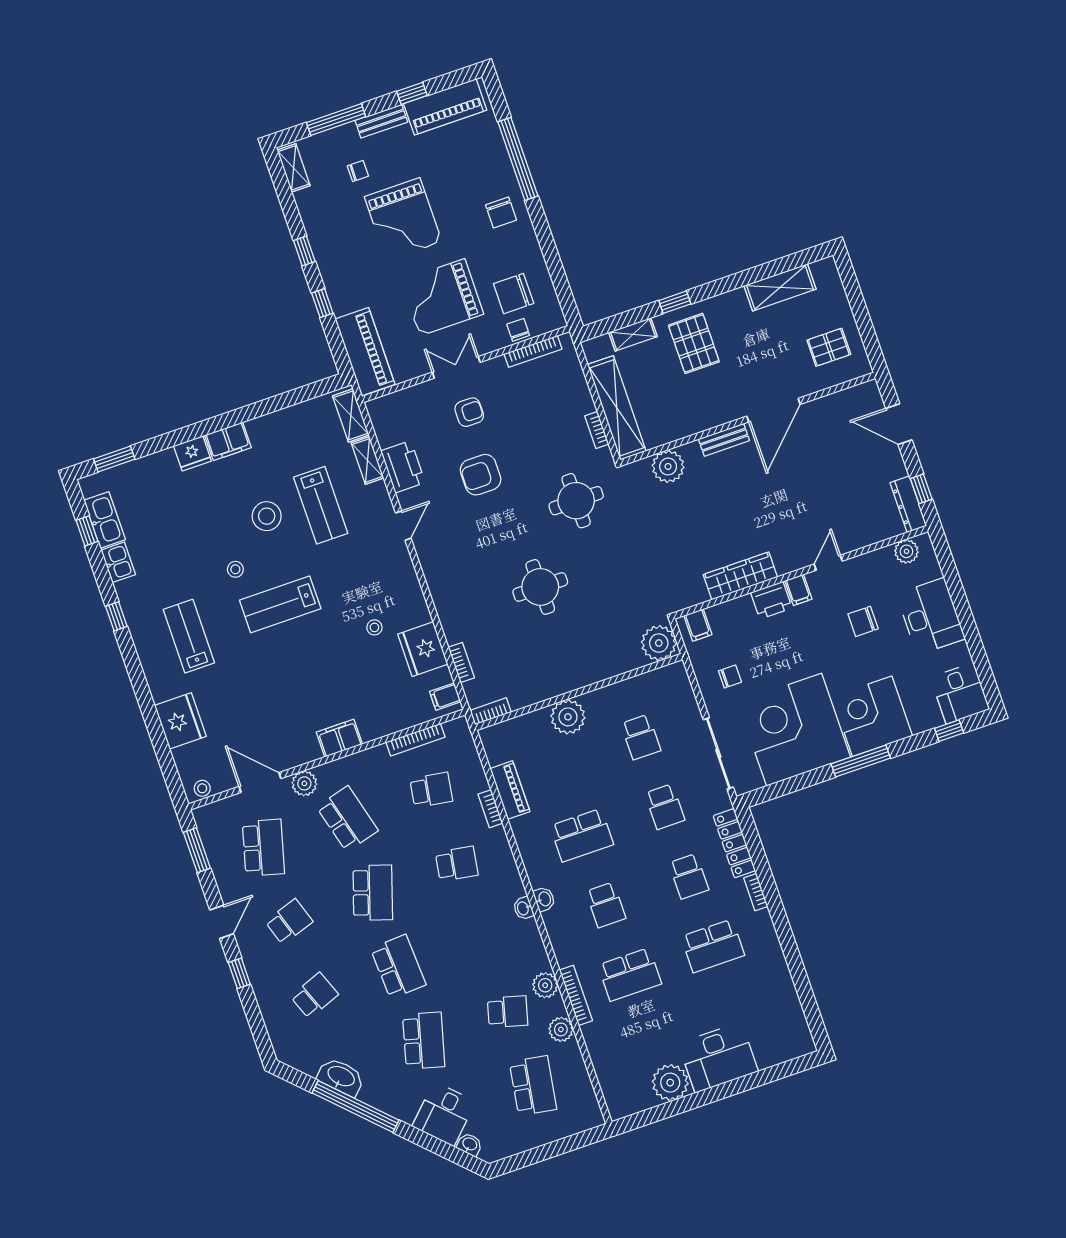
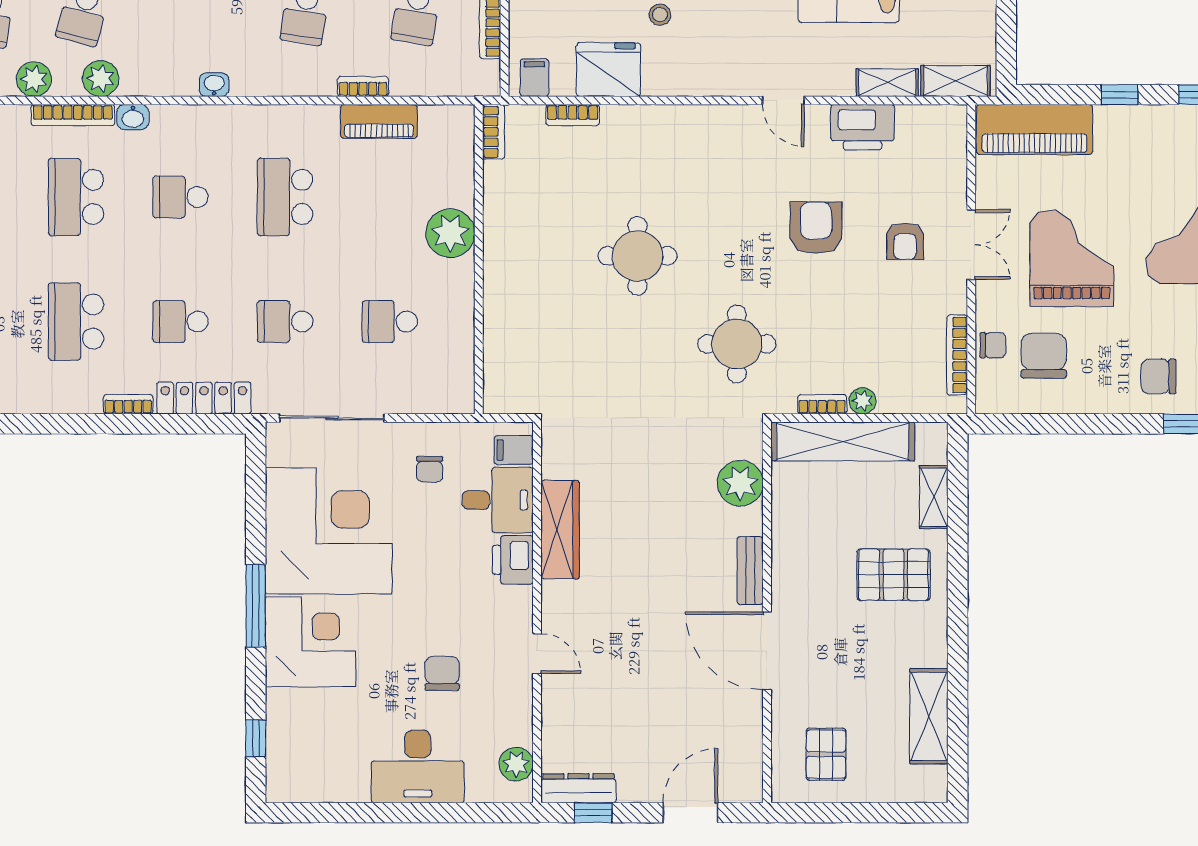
window: (675, 302) -> (958, 568), removed
filing cabinet: (798, 590) -> (514, 601), removed
plant: (659, 643) -> (863, 401), moved, width x0.53, depth x0.53
desk: (960, 693) -> (498, 500), moved, turned 180
washbasin: (544, 899) -> (133, 117), moved

